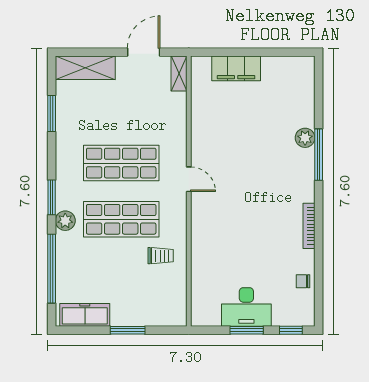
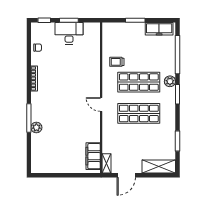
filing cabinet: (236, 68) -> (93, 156), moved, turned -90

